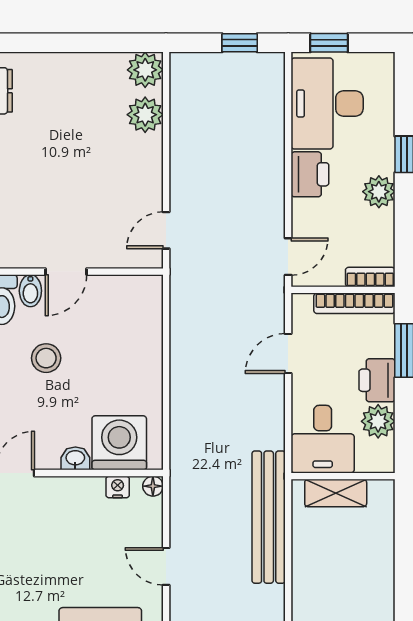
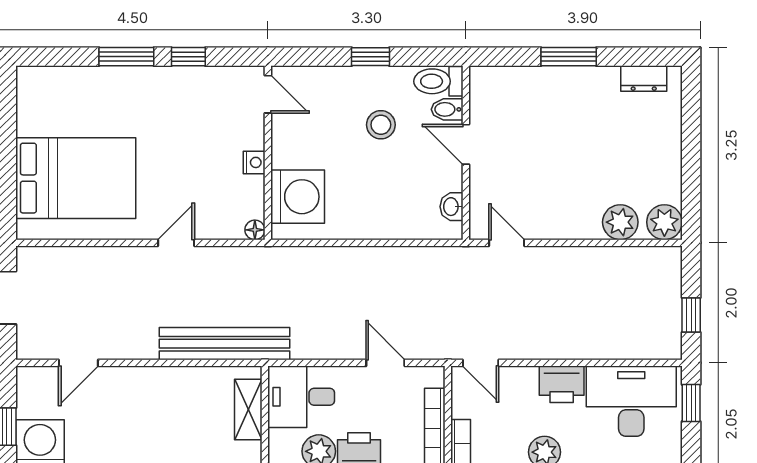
washbasin: (75, 458) -> (452, 207), moved, turned 180
nightstand: (118, 487) -> (254, 162), moved

